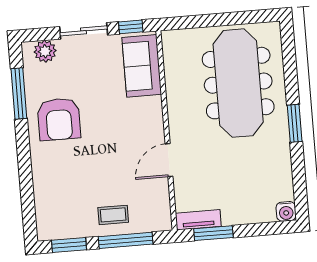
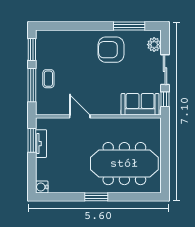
tv unit: (198, 220) -> (41, 144), moved

